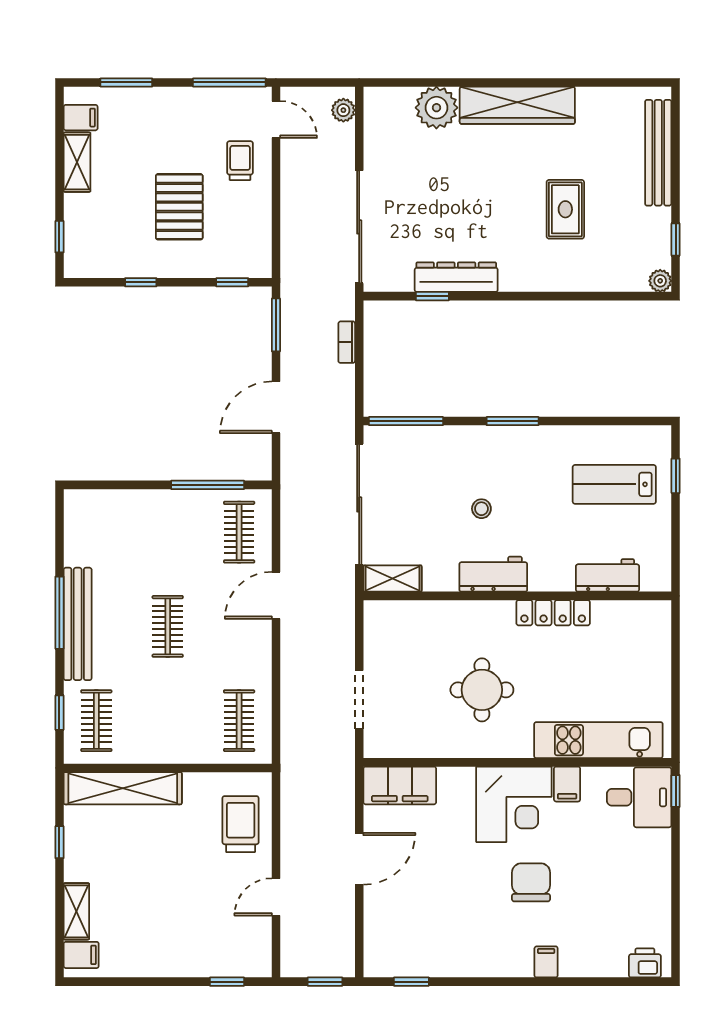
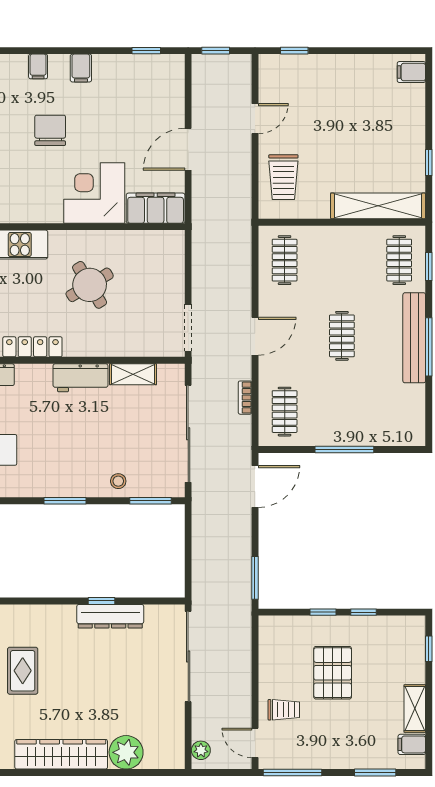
trolley: (240, 161) -> (284, 710), turned -90
window: (232, 282) -> (323, 612), moved
window: (432, 296) -> (101, 601), moved
bookcase: (347, 342) -> (245, 398), moved, turned 180
door: (276, 407) -> (255, 486), moved
window: (406, 421) -> (151, 501), width x0.69
window: (208, 485) -> (344, 449), moved
stool: (481, 509) -> (118, 481), moved
shelving: (393, 579) -> (133, 374), moved
door: (276, 595) -> (255, 336), moved
round table: (482, 690) -> (90, 285), turned -31
doorway: (359, 700) -> (188, 328), moved
filing cabinet: (567, 784) -> (81, 68), moved, turned 180
corner desk: (514, 804) -> (94, 193), moved
chair: (531, 882) -> (50, 130), turned 180
shelving: (76, 911) -> (415, 107), removed

